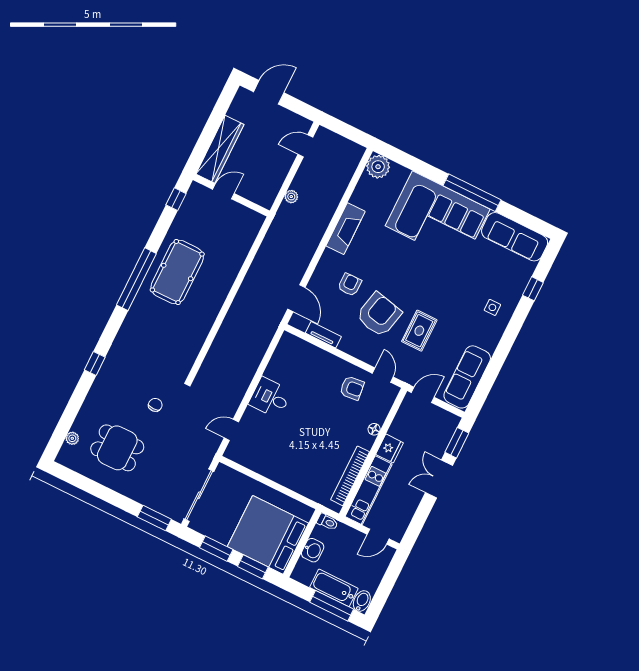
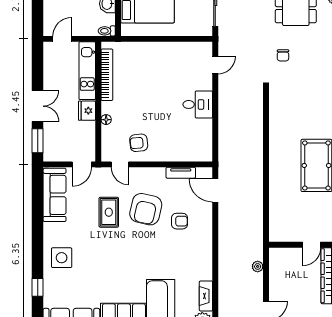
fireplace: (346, 229) -> (206, 296), moved, width x0.73, depth x0.76
armchair: (350, 285) -> (180, 221), turned -90
side table: (492, 307) -> (62, 258), width x1.87, depth x1.87

